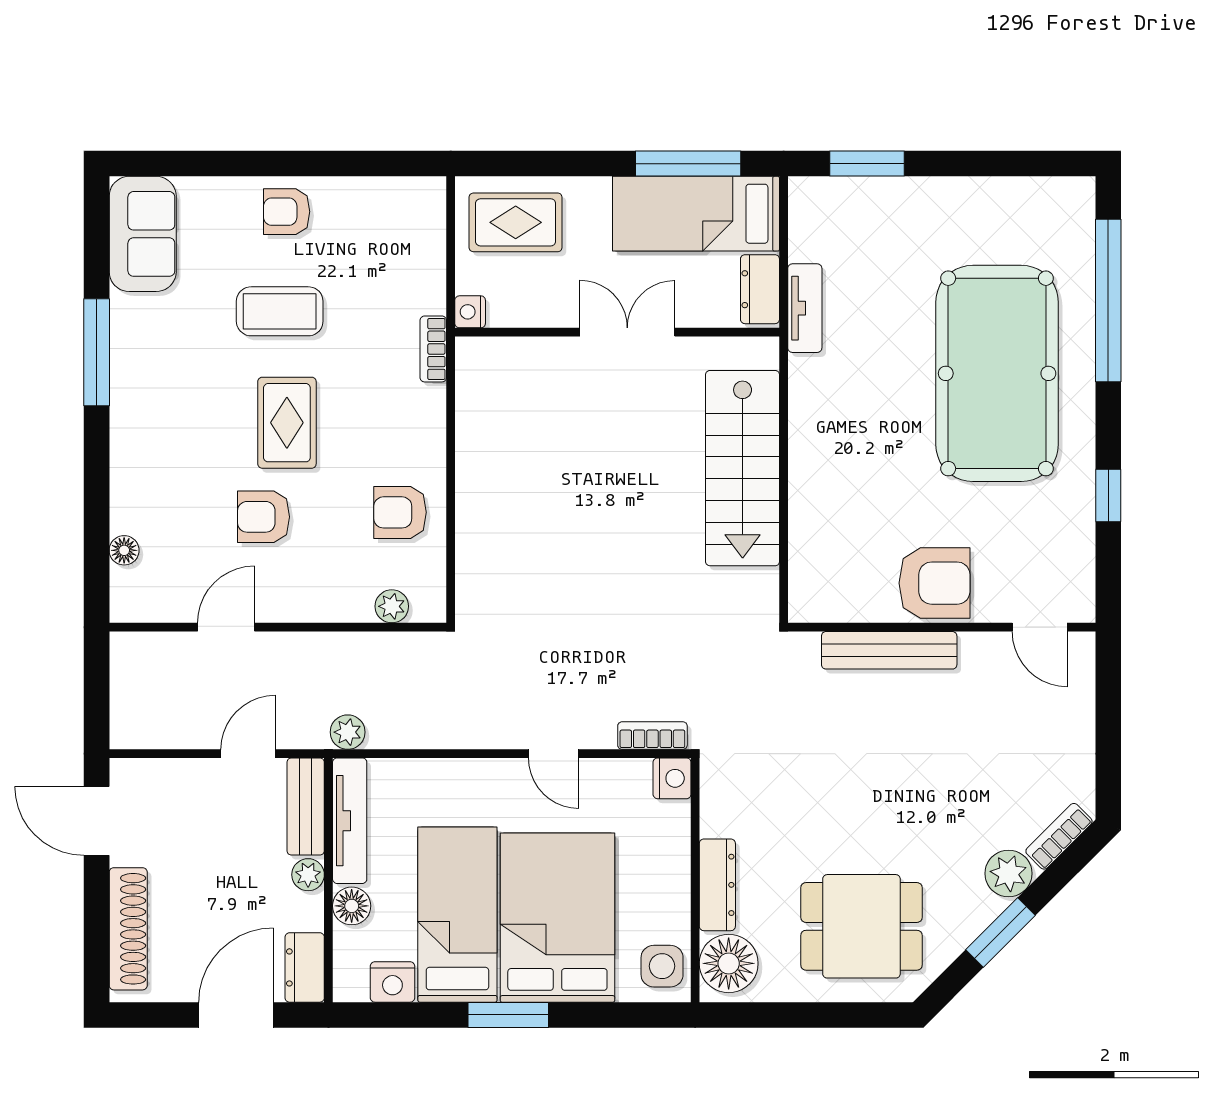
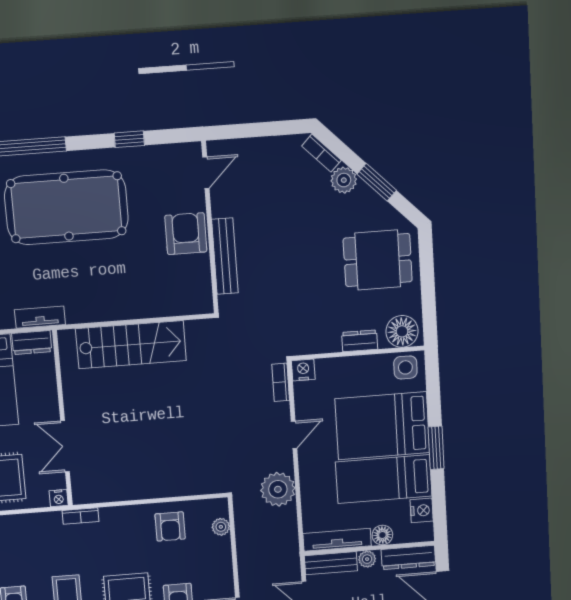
double door: (627, 332) -> (65, 446), moved
plant: (348, 732) -> (278, 489), moved, width x1.87, depth x1.87
dresser: (717, 885) -> (360, 341), width x0.70
dining table: (861, 926) -> (378, 260), turned 90
dresser: (305, 967) -> (408, 558), width x1.44

